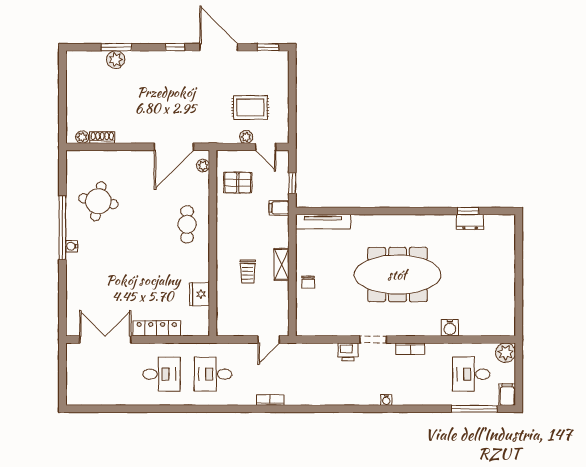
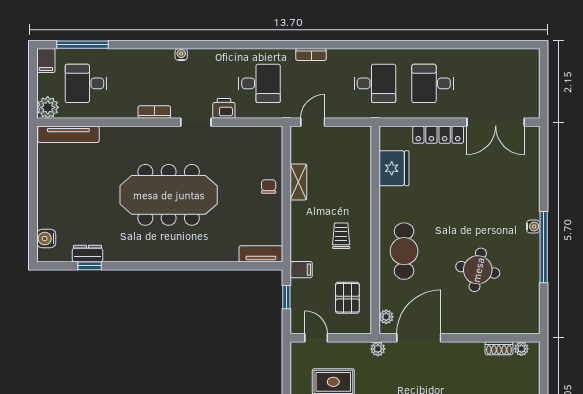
plant: (246, 137) -> (378, 349), moved
pallet: (238, 183) -> (347, 298), turned 90
round table: (98, 201) -> (478, 270), moved
tv unit: (323, 222) -> (261, 254), width x0.71
cafe table: (187, 224) -> (404, 251), width x1.37, depth x1.35
shelving: (282, 265) -> (298, 182), moved
trolley: (248, 272) -> (341, 236), moved
fridge: (199, 294) -> (394, 168), width x1.36, depth x1.34
water cooler: (450, 328) -> (46, 239), moved, turned -90
tv unit: (487, 329) -> (68, 134), added
desk: (316, 374) -> (259, 83), added
desk: (471, 374) -> (86, 83), turned 180

